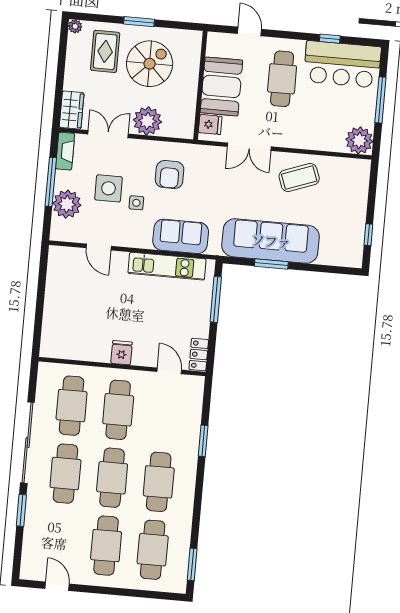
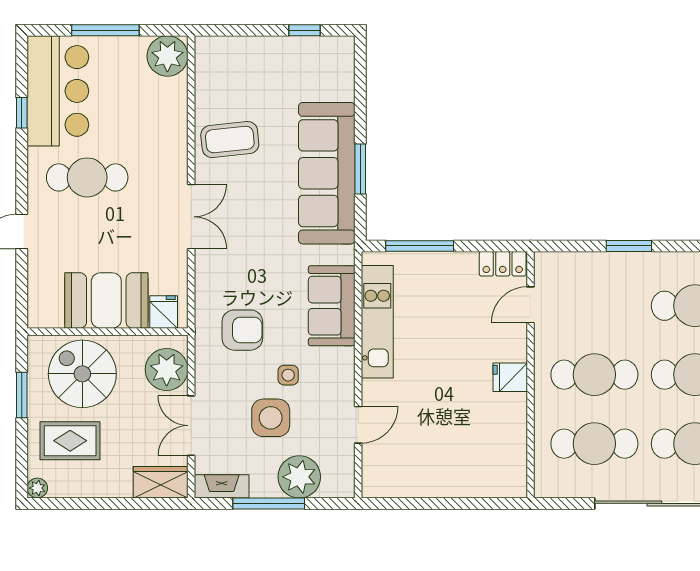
wall: (200, 85) -> (108, 332), moved
booth: (221, 86) -> (106, 301), moved
fridge: (210, 125) -> (164, 312), moved
coffee table: (299, 178) -> (230, 140), turned -76

